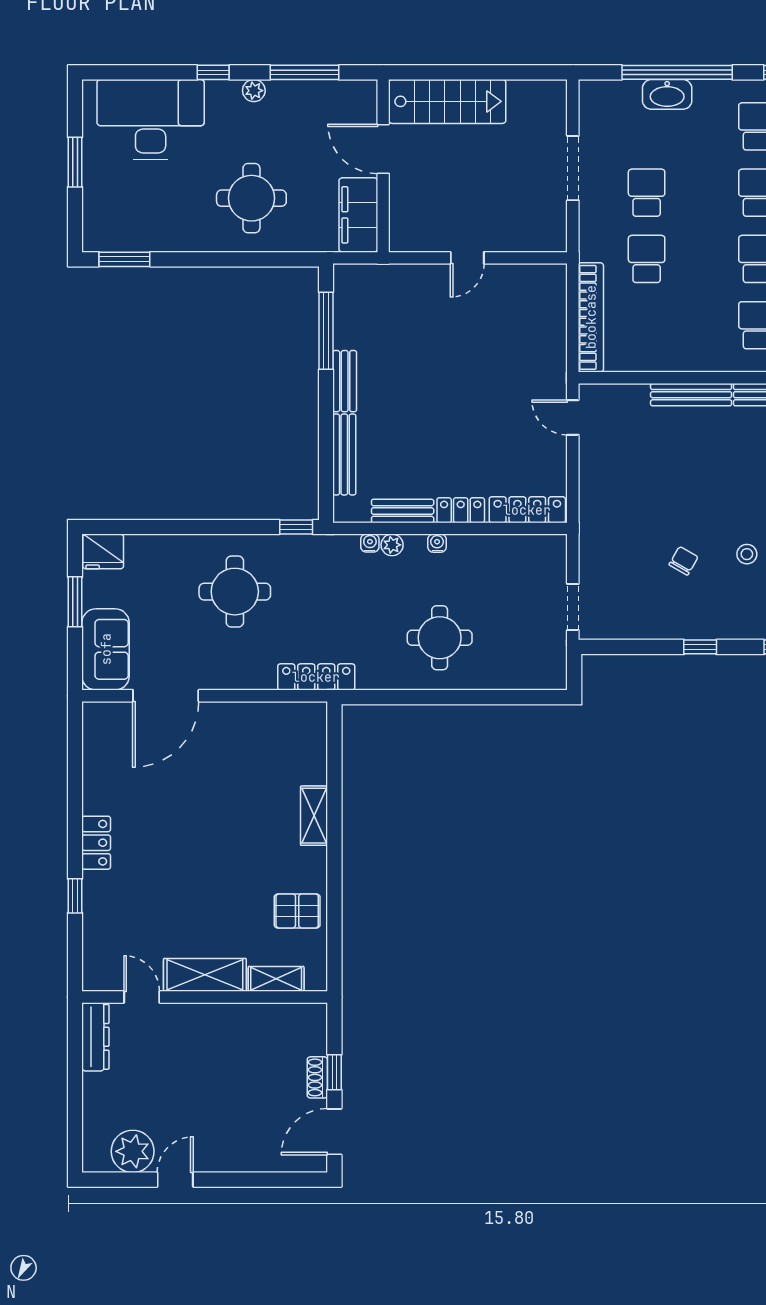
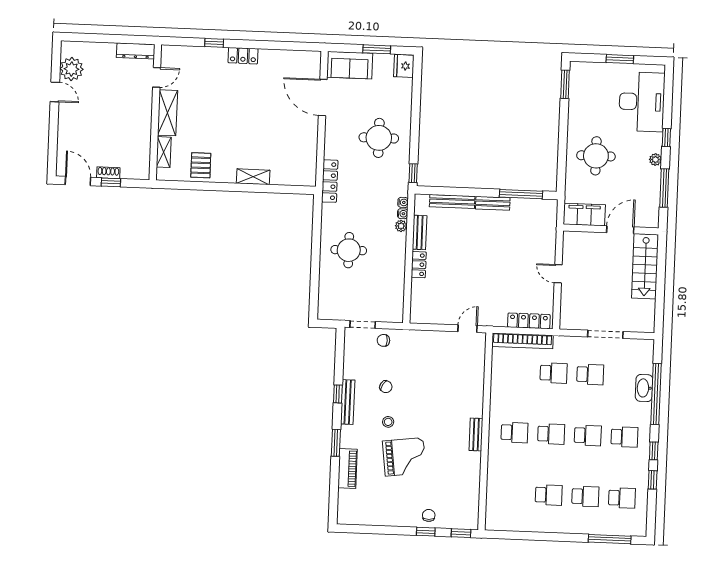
bench: (691, 395) -> (348, 402), moved
locker: (527, 510) -> (529, 321), moved, turned -90
water cooler: (437, 543) -> (403, 202), moved
chair: (600, 568) -> (383, 340), added

